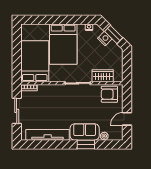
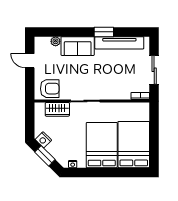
nightstand: (105, 39) -> (43, 140), moved
bed: (35, 61) -> (134, 145), moved, turned 180
door: (127, 119) -> (30, 61), swing flipped
window: (86, 144) -> (104, 32), moved

